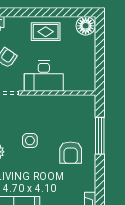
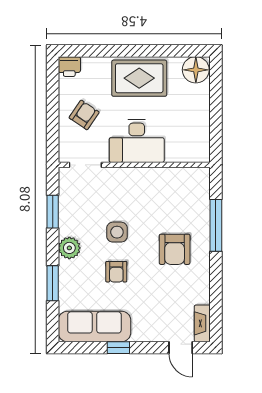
rug: (46, 32) -> (139, 78), width x1.36, depth x1.43
armchair: (29, 169) -> (116, 272), added

